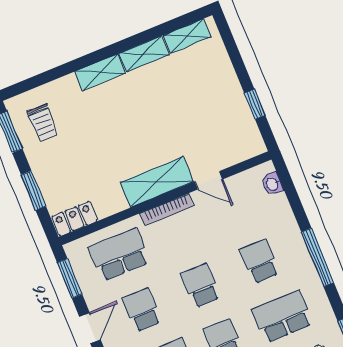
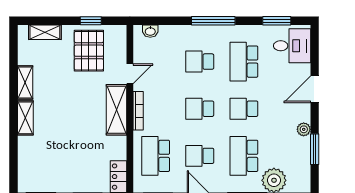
shelving: (187, 36) -> (45, 32), moved, turned 90
pallet: (216, 117) -> (89, 51), added
trolley: (43, 123) -> (44, 171), removed

